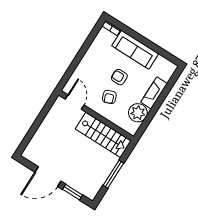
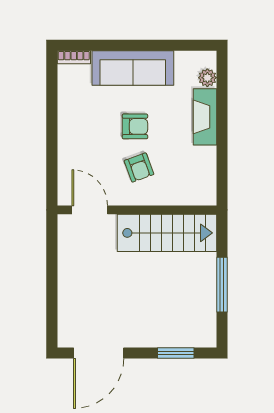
armchair: (119, 77) -> (135, 126), turned 180
plant: (138, 113) -> (207, 78), moved, width x0.53, depth x0.53
door: (48, 177) -> (99, 353), moved

